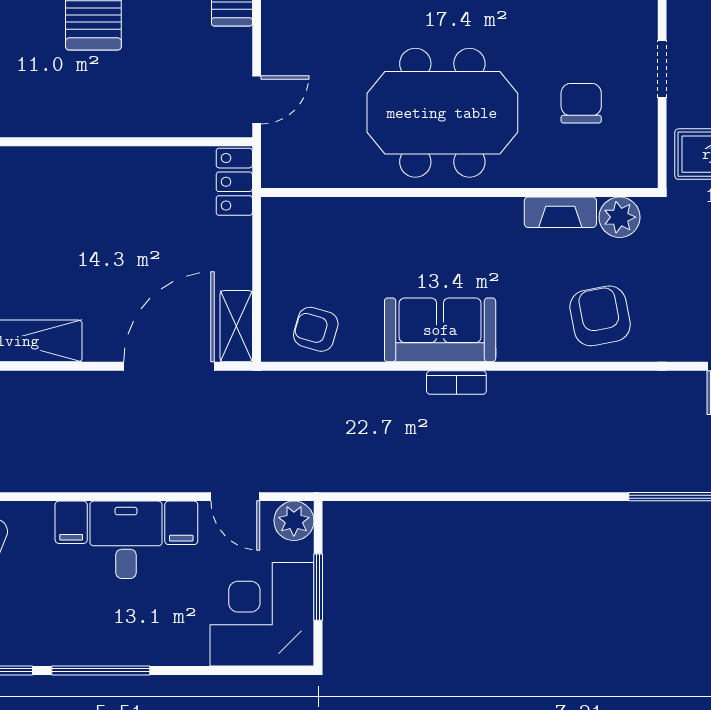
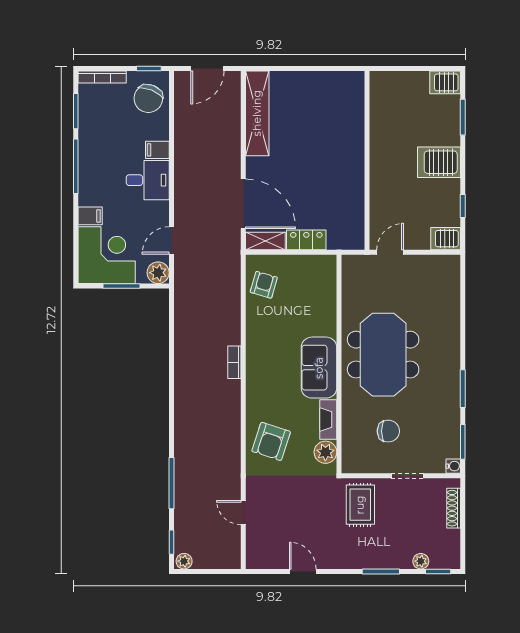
door: (257, 100) -> (390, 252), swing flipped
locker: (234, 182) -> (306, 240), moved
armchair: (600, 316) -> (271, 441), turned 119
sofa: (440, 330) -> (319, 368), moved, turned 180
filing cabinet: (181, 523) -> (90, 216), moved, turned 180

